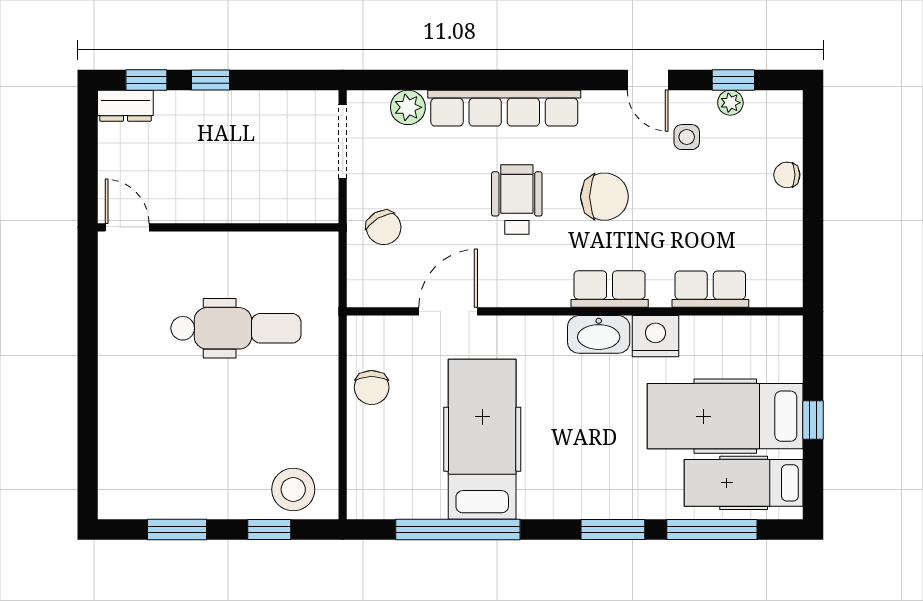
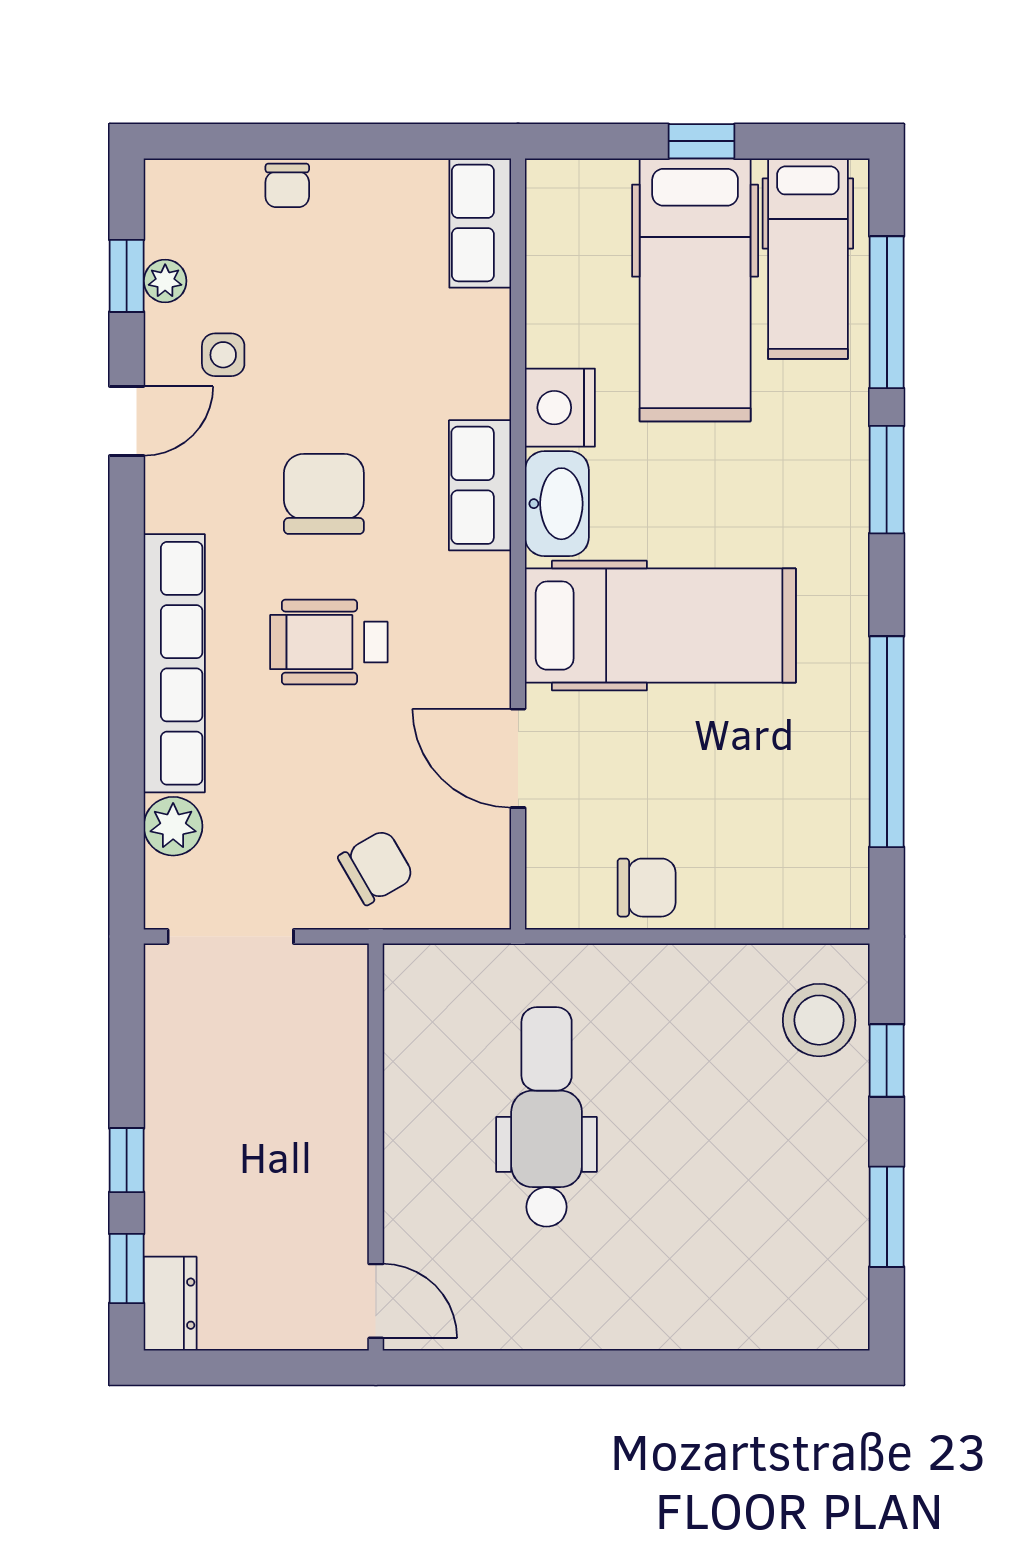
door: (127, 227) -> (376, 1301), swing flipped
row of seats: (710, 289) -> (480, 223), moved
hospital bed: (482, 439) -> (660, 626), moved, turned 180

